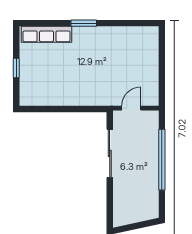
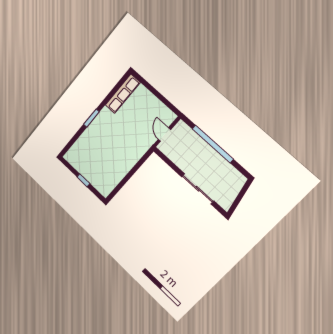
row of seats: (46, 34) -> (123, 94), moved
sliding door: (110, 153) -> (198, 189), moved

